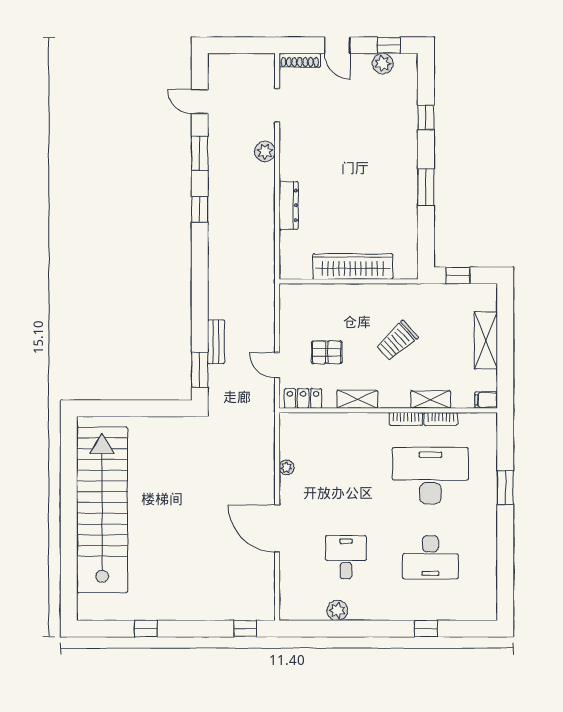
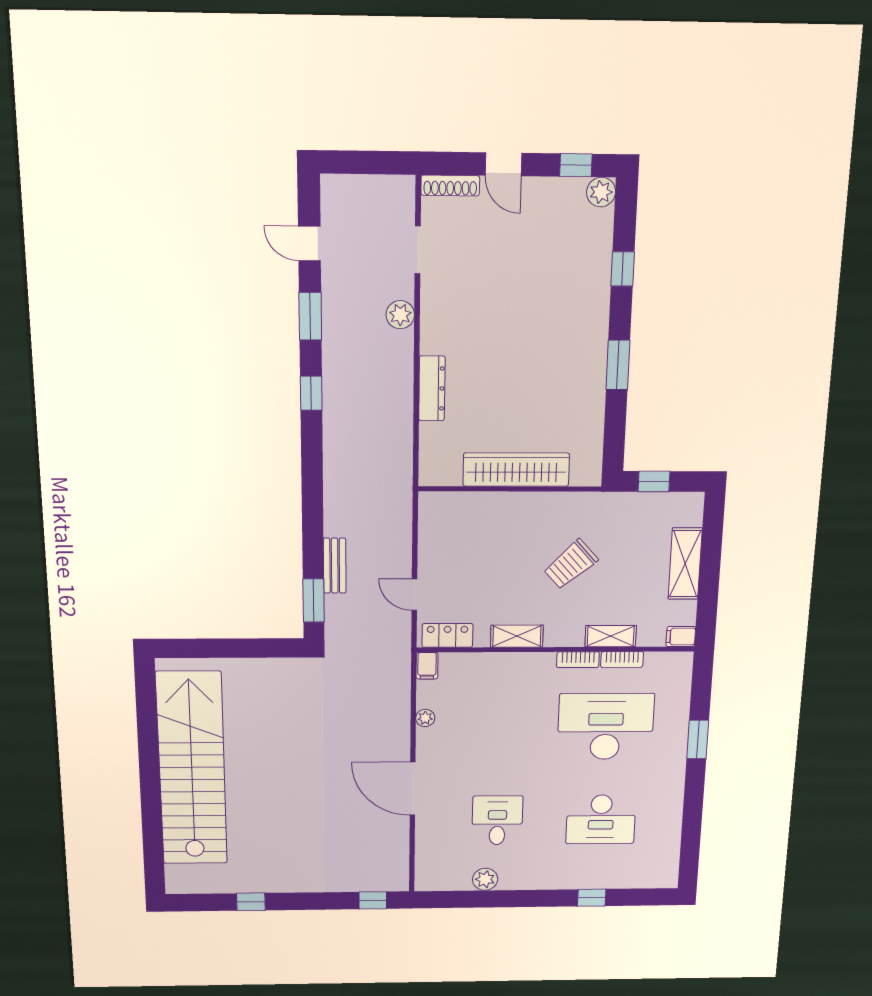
plant: (383, 64) -> (601, 192), moved
pallet: (327, 352) -> (479, 579), removed
filing cabinet: (287, 423) -> (427, 666), added

